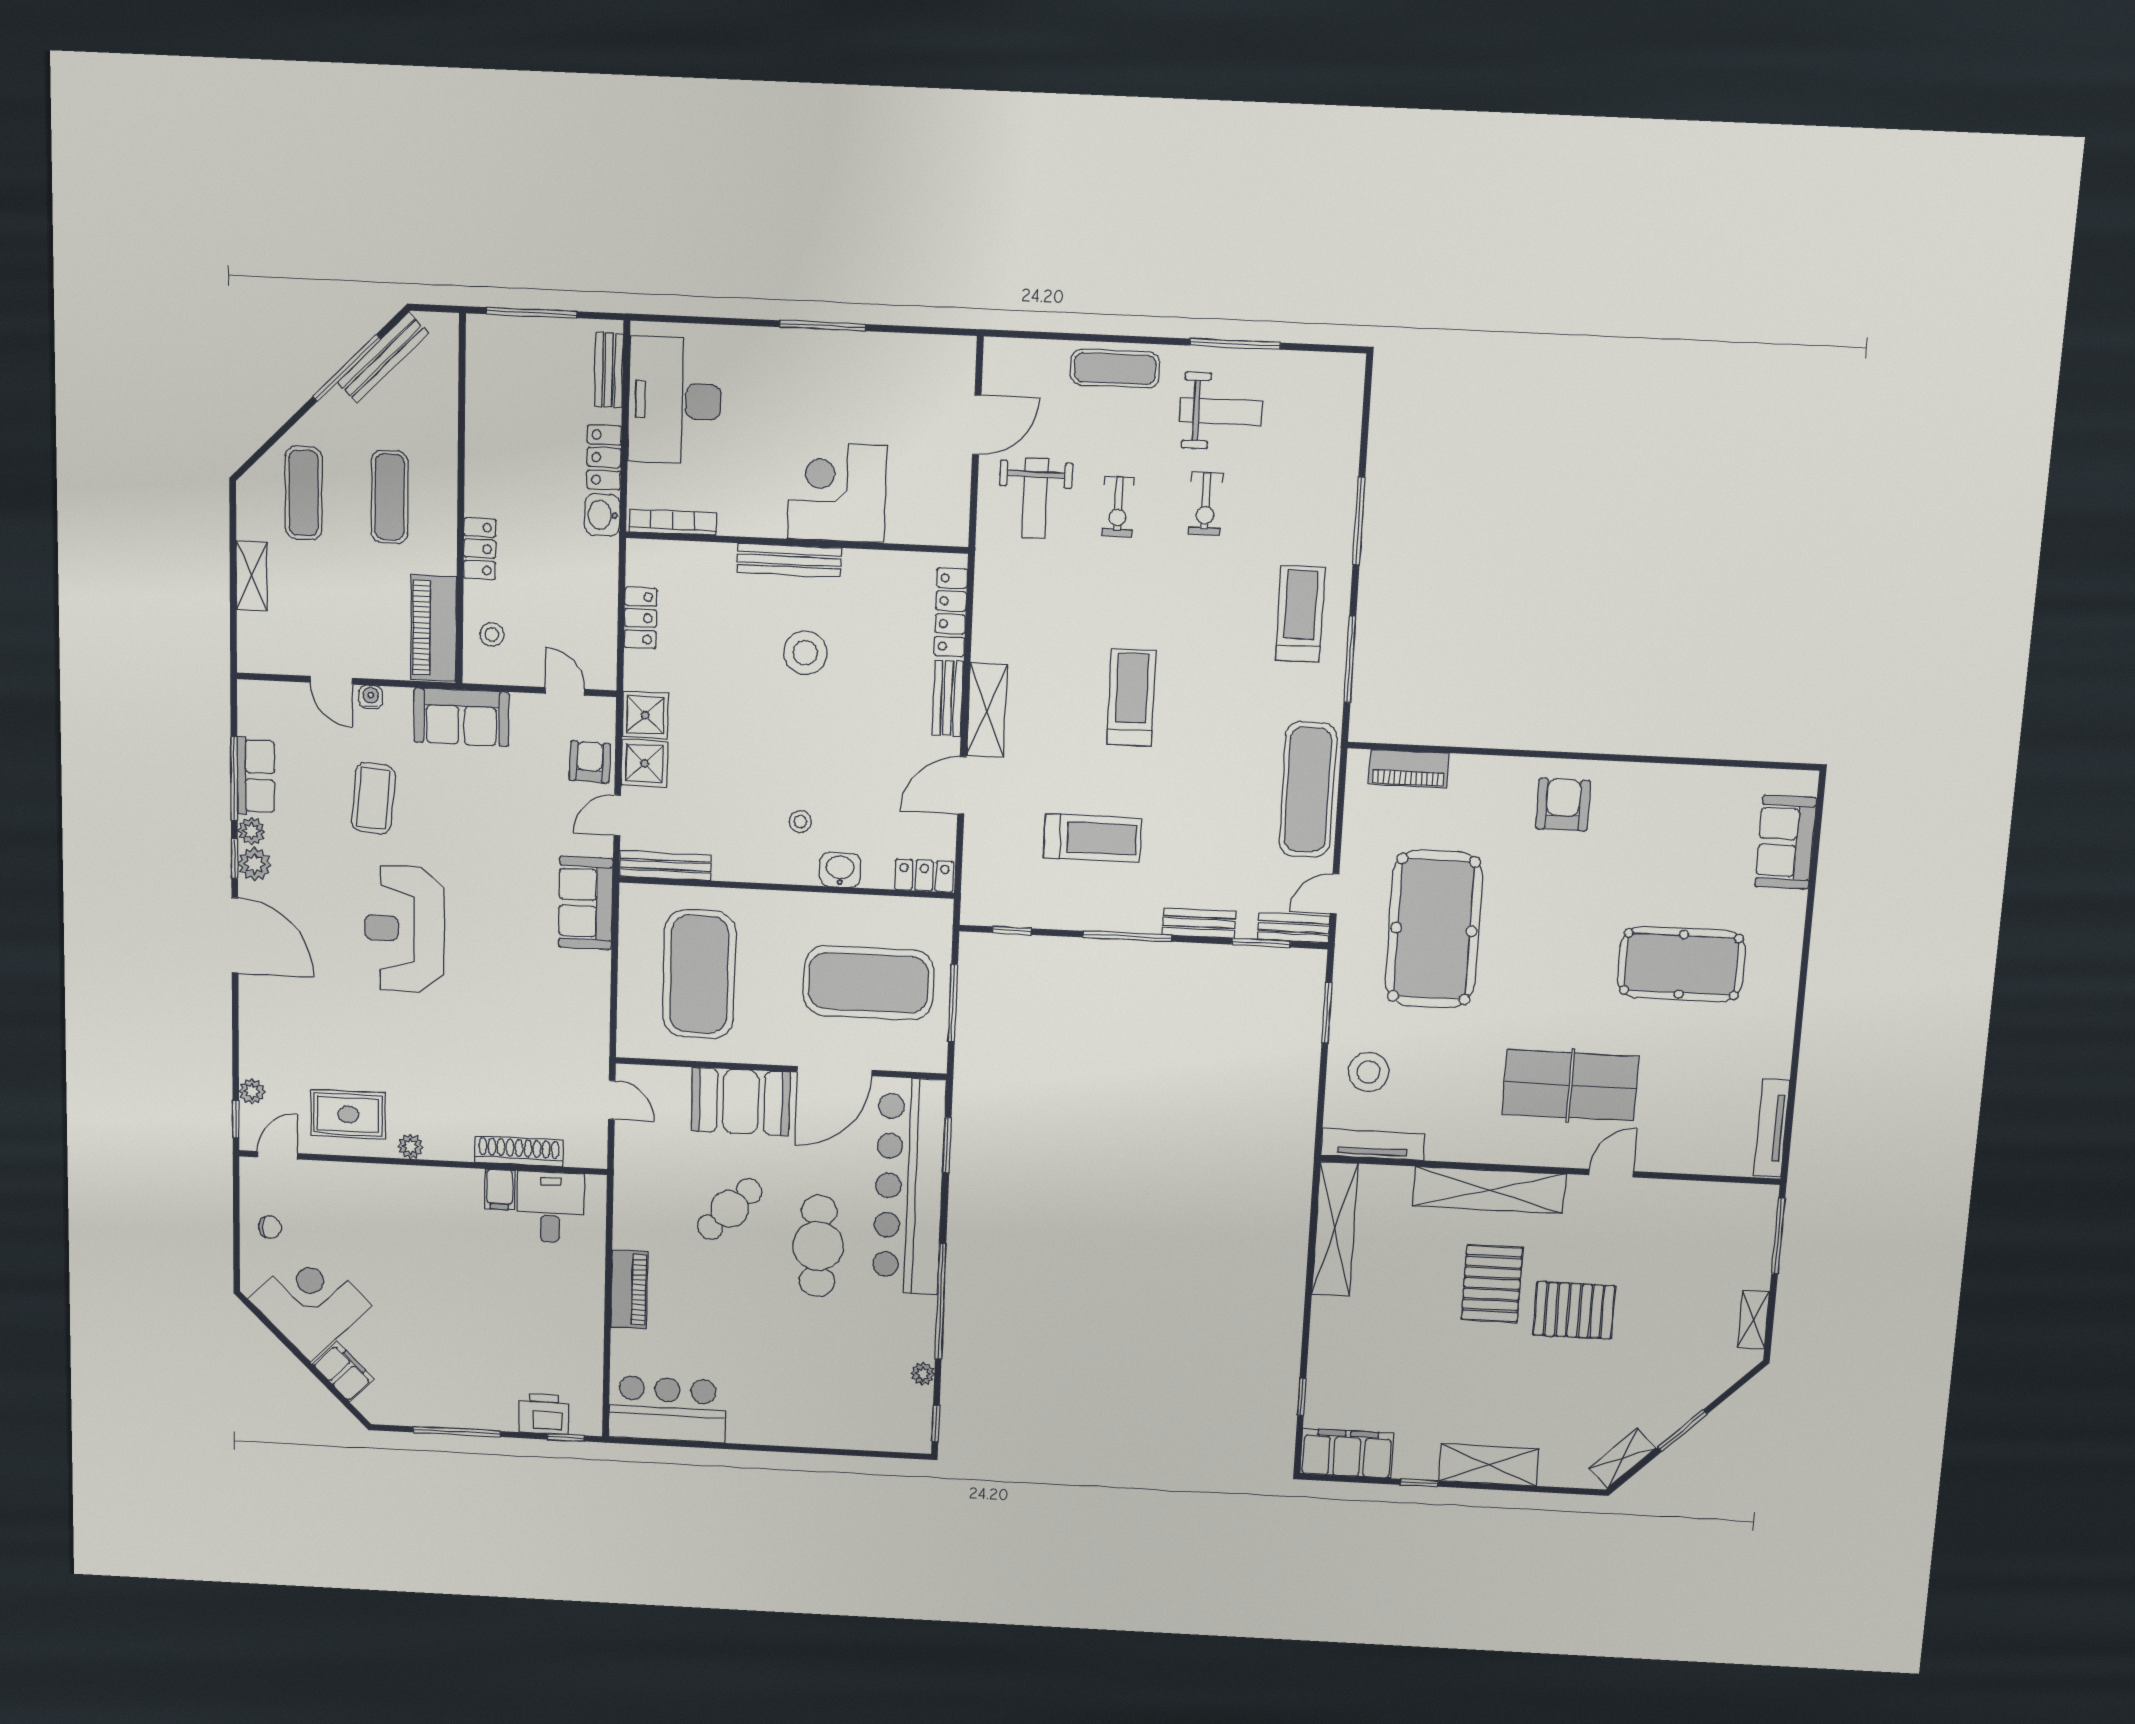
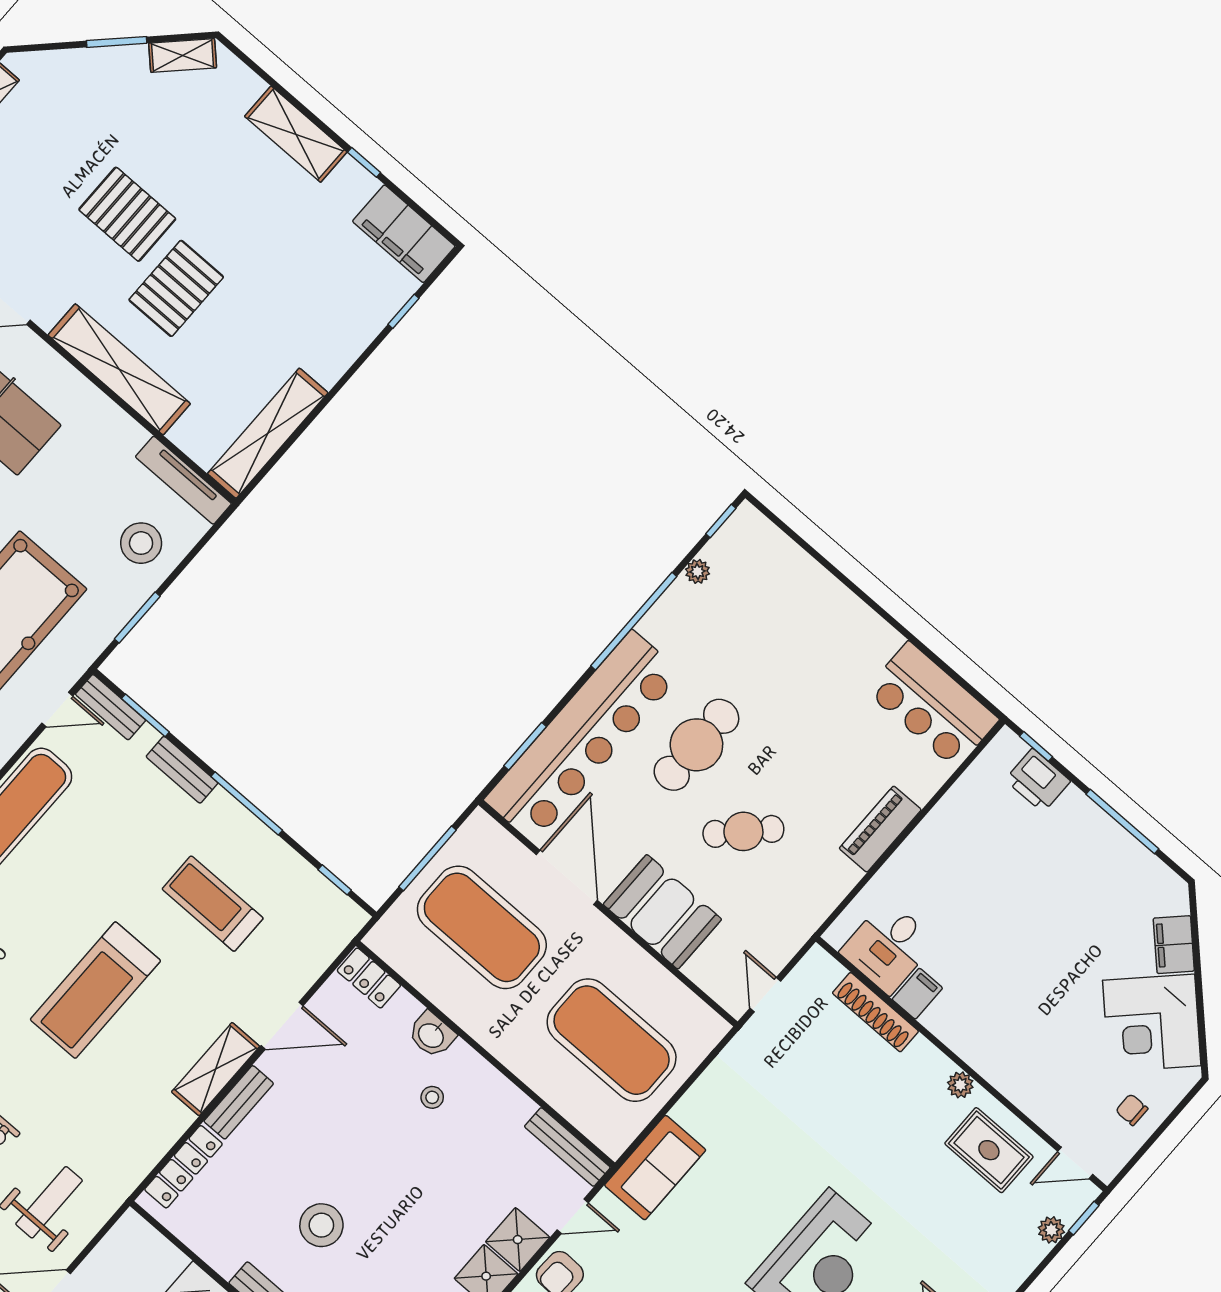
treadmill: (1131, 698) -> (95, 990), width x1.37, depth x1.38
exercise mat: (699, 974) -> (612, 1040), turned 90
door: (835, 1071) -> (567, 877), hinge flipped

